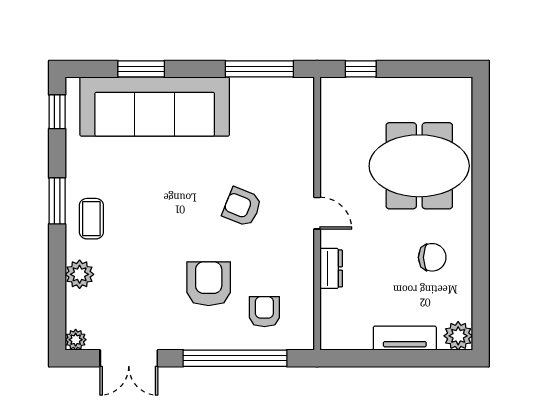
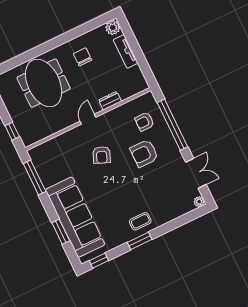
plant: (80, 274) -> (168, 214), removed

